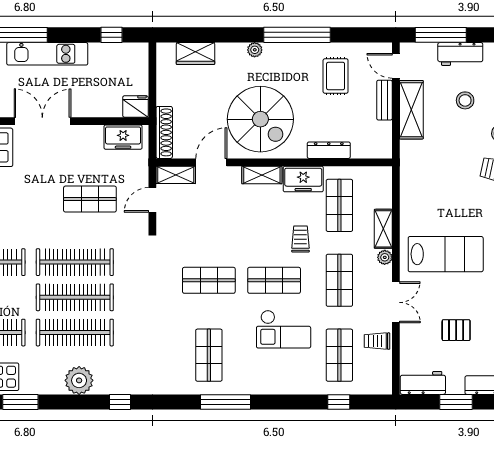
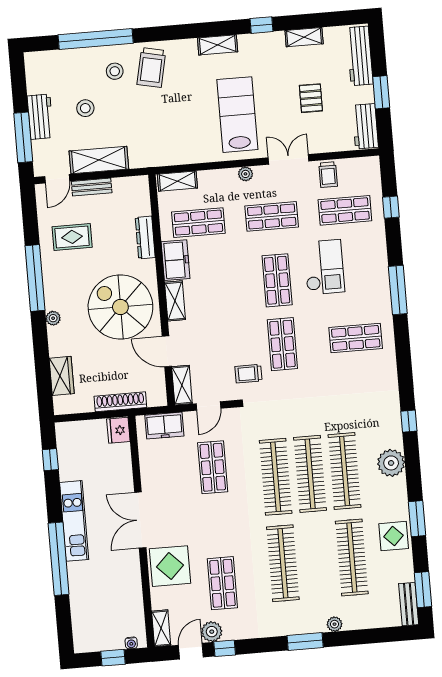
spiral stairs: (260, 119) -> (120, 307), turned -90
shoe rack: (164, 132) -> (120, 402), moved
freezer: (123, 137) -> (164, 426), moved, turned 90
door: (152, 200) -> (208, 406), hinge flipped
shelving: (383, 229) -> (177, 181), moved
trolley: (300, 239) -> (248, 374), moved
window: (226, 402) -> (398, 290), moved

